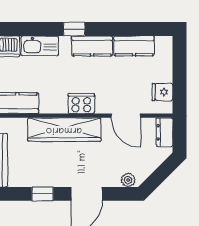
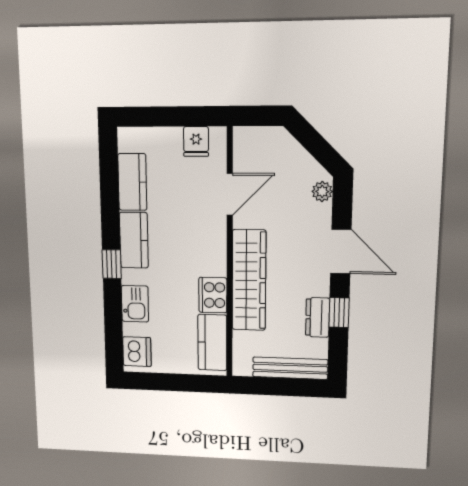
kitchen sink: (40, 46) -> (135, 304), width x0.73
cooker: (81, 104) -> (213, 295), moved
dresser: (165, 132) -> (318, 317), moved, turned 90

